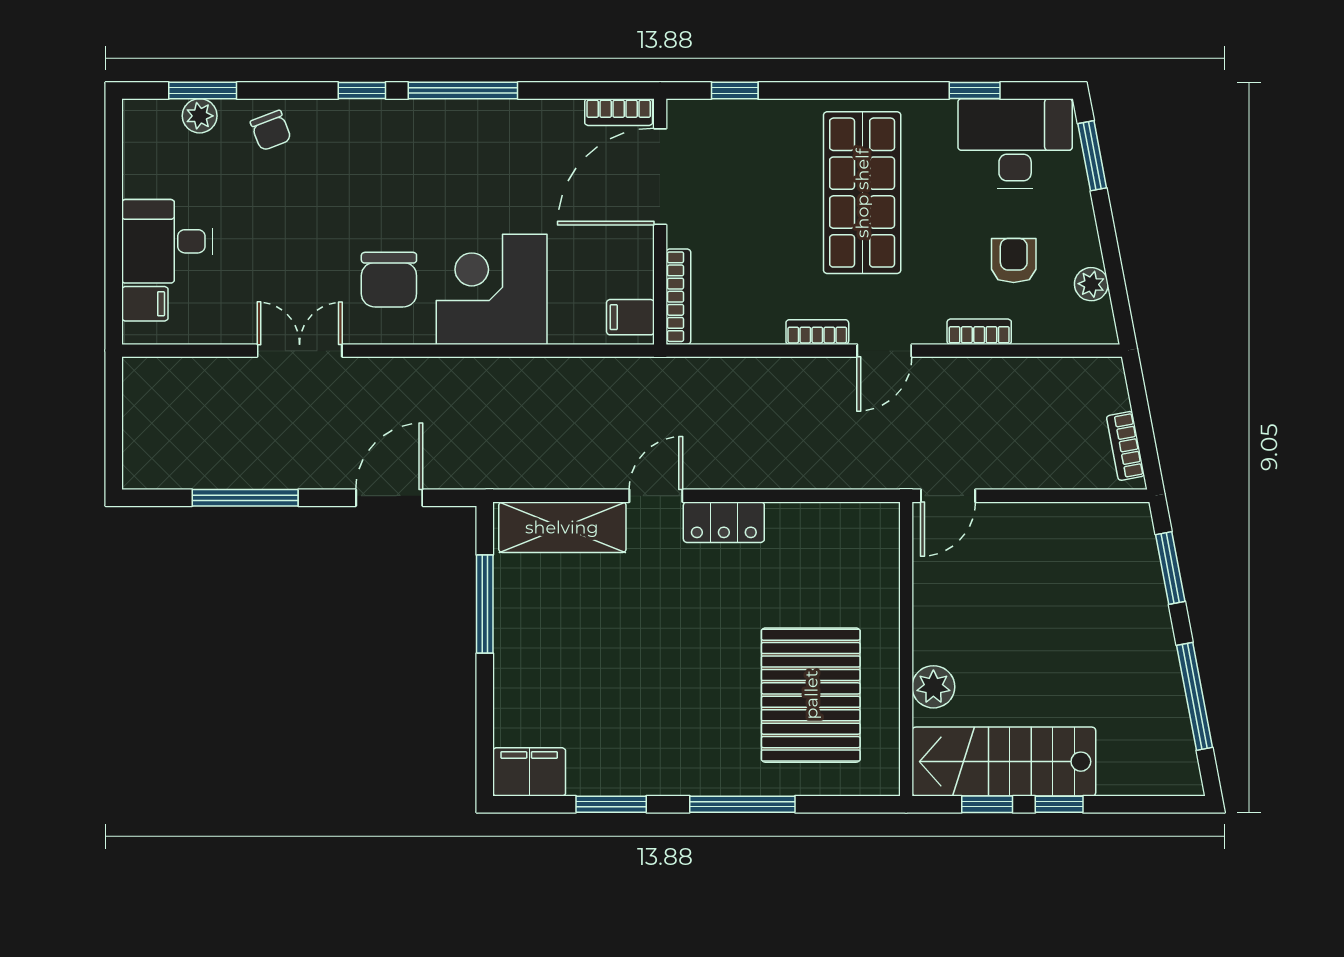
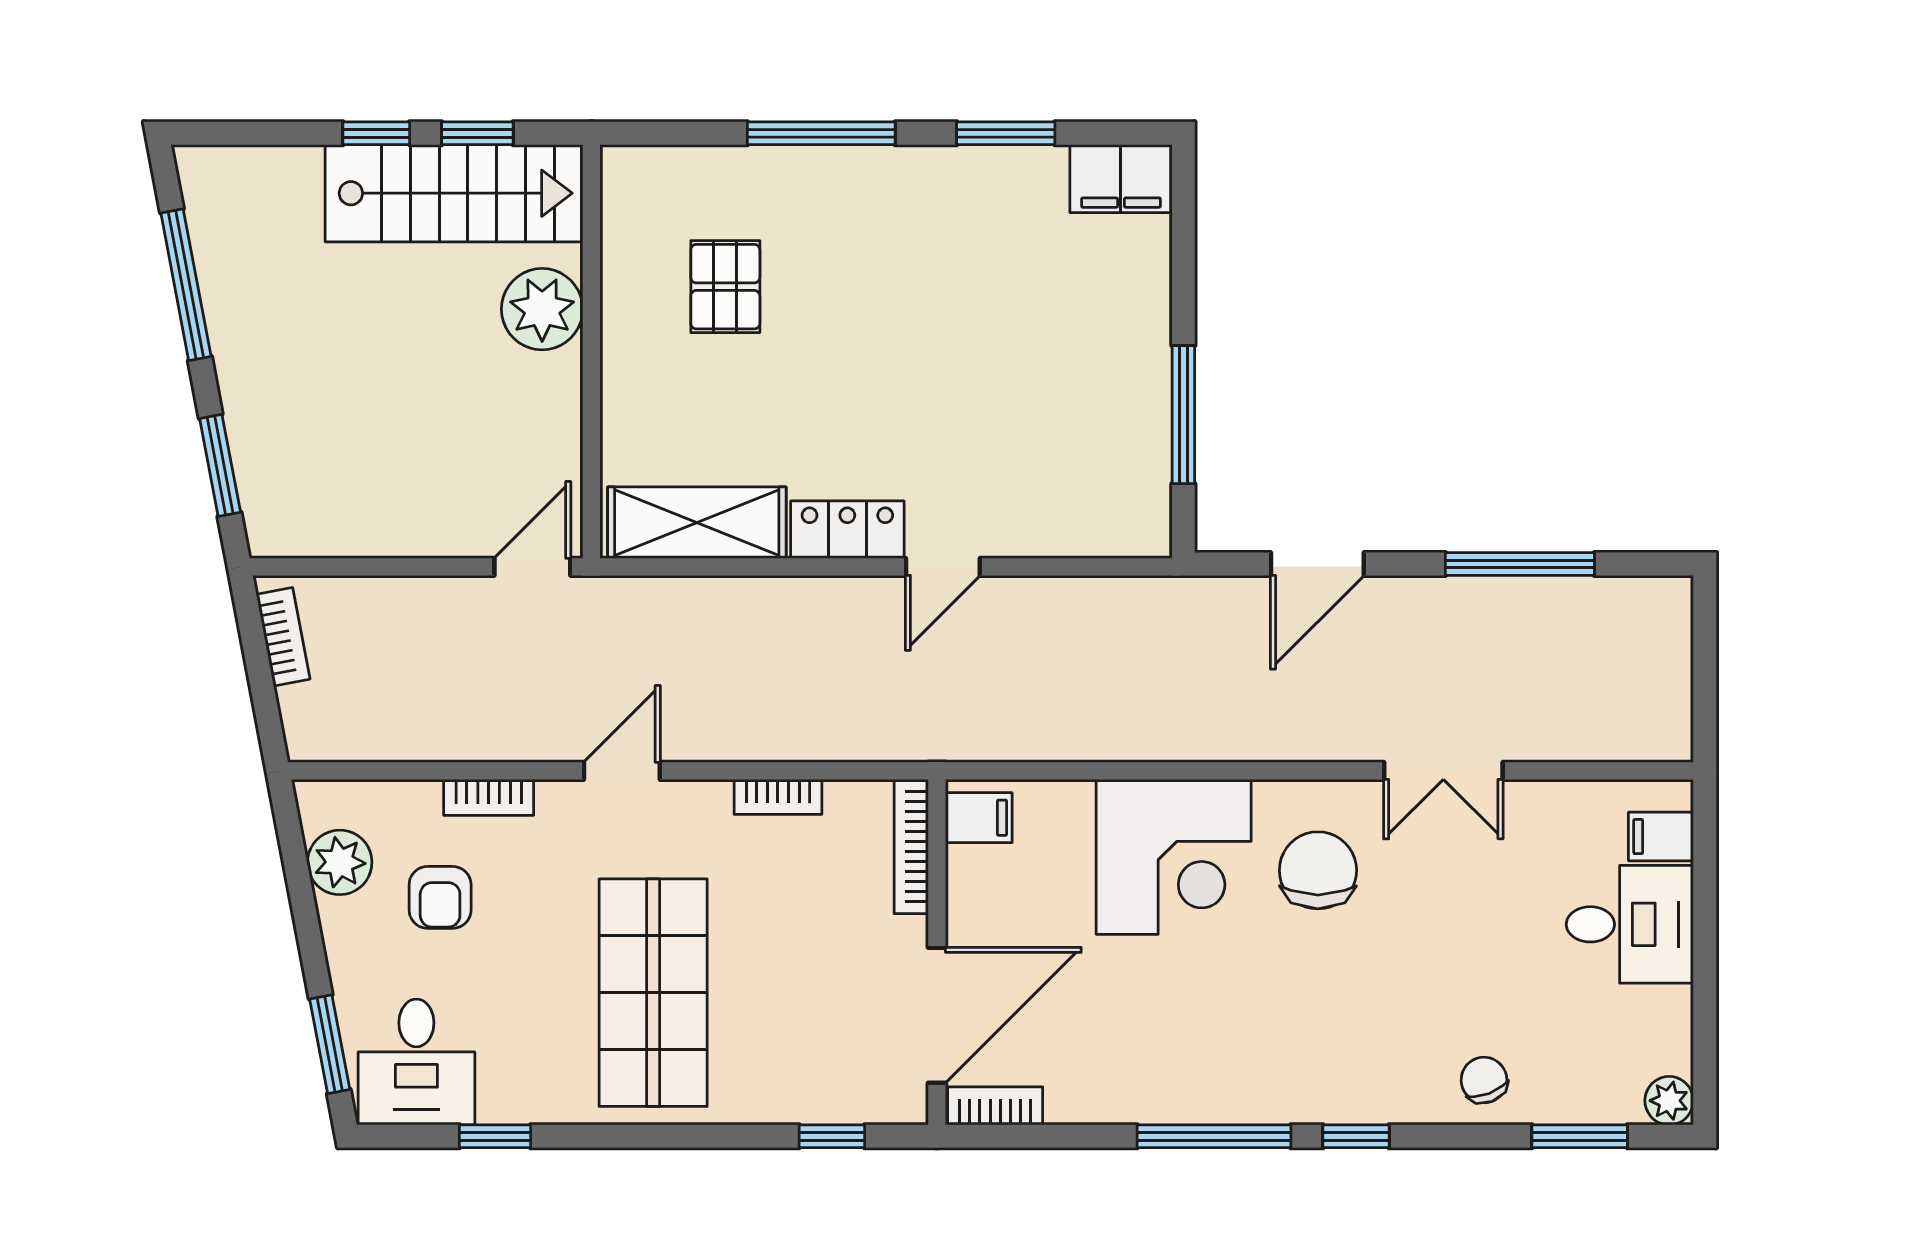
plant: (200, 116) -> (1669, 1101), moved
desk: (1015, 143) -> (416, 1062), width x0.73
plant: (1091, 284) -> (340, 862), width x1.38, depth x1.38
bookcase: (817, 332) -> (778, 797), moved
shelving: (562, 527) -> (697, 523), moved
plant: (933, 687) -> (542, 309), width x1.36, depth x1.36
pallet: (811, 695) -> (725, 287), width x0.49, depth x0.50

